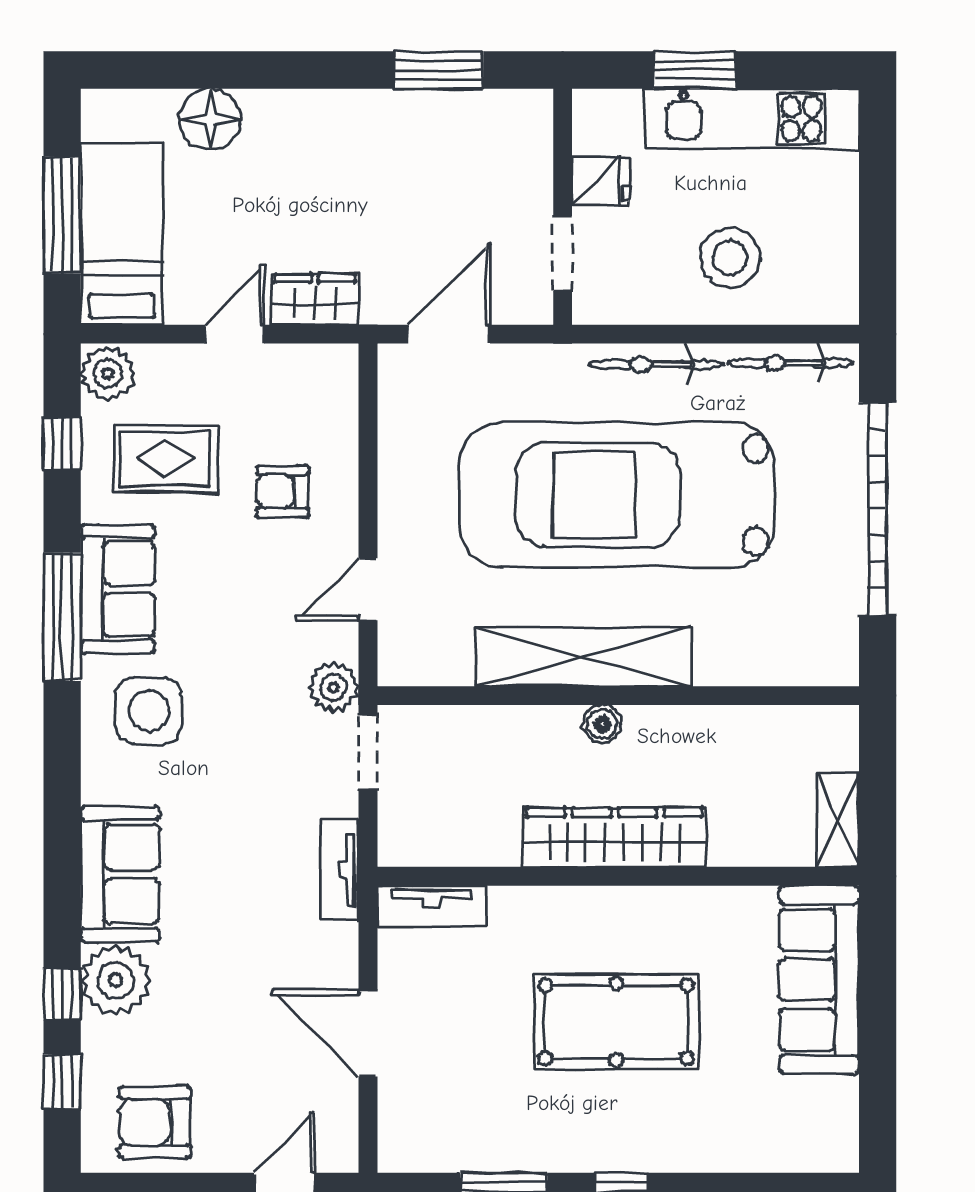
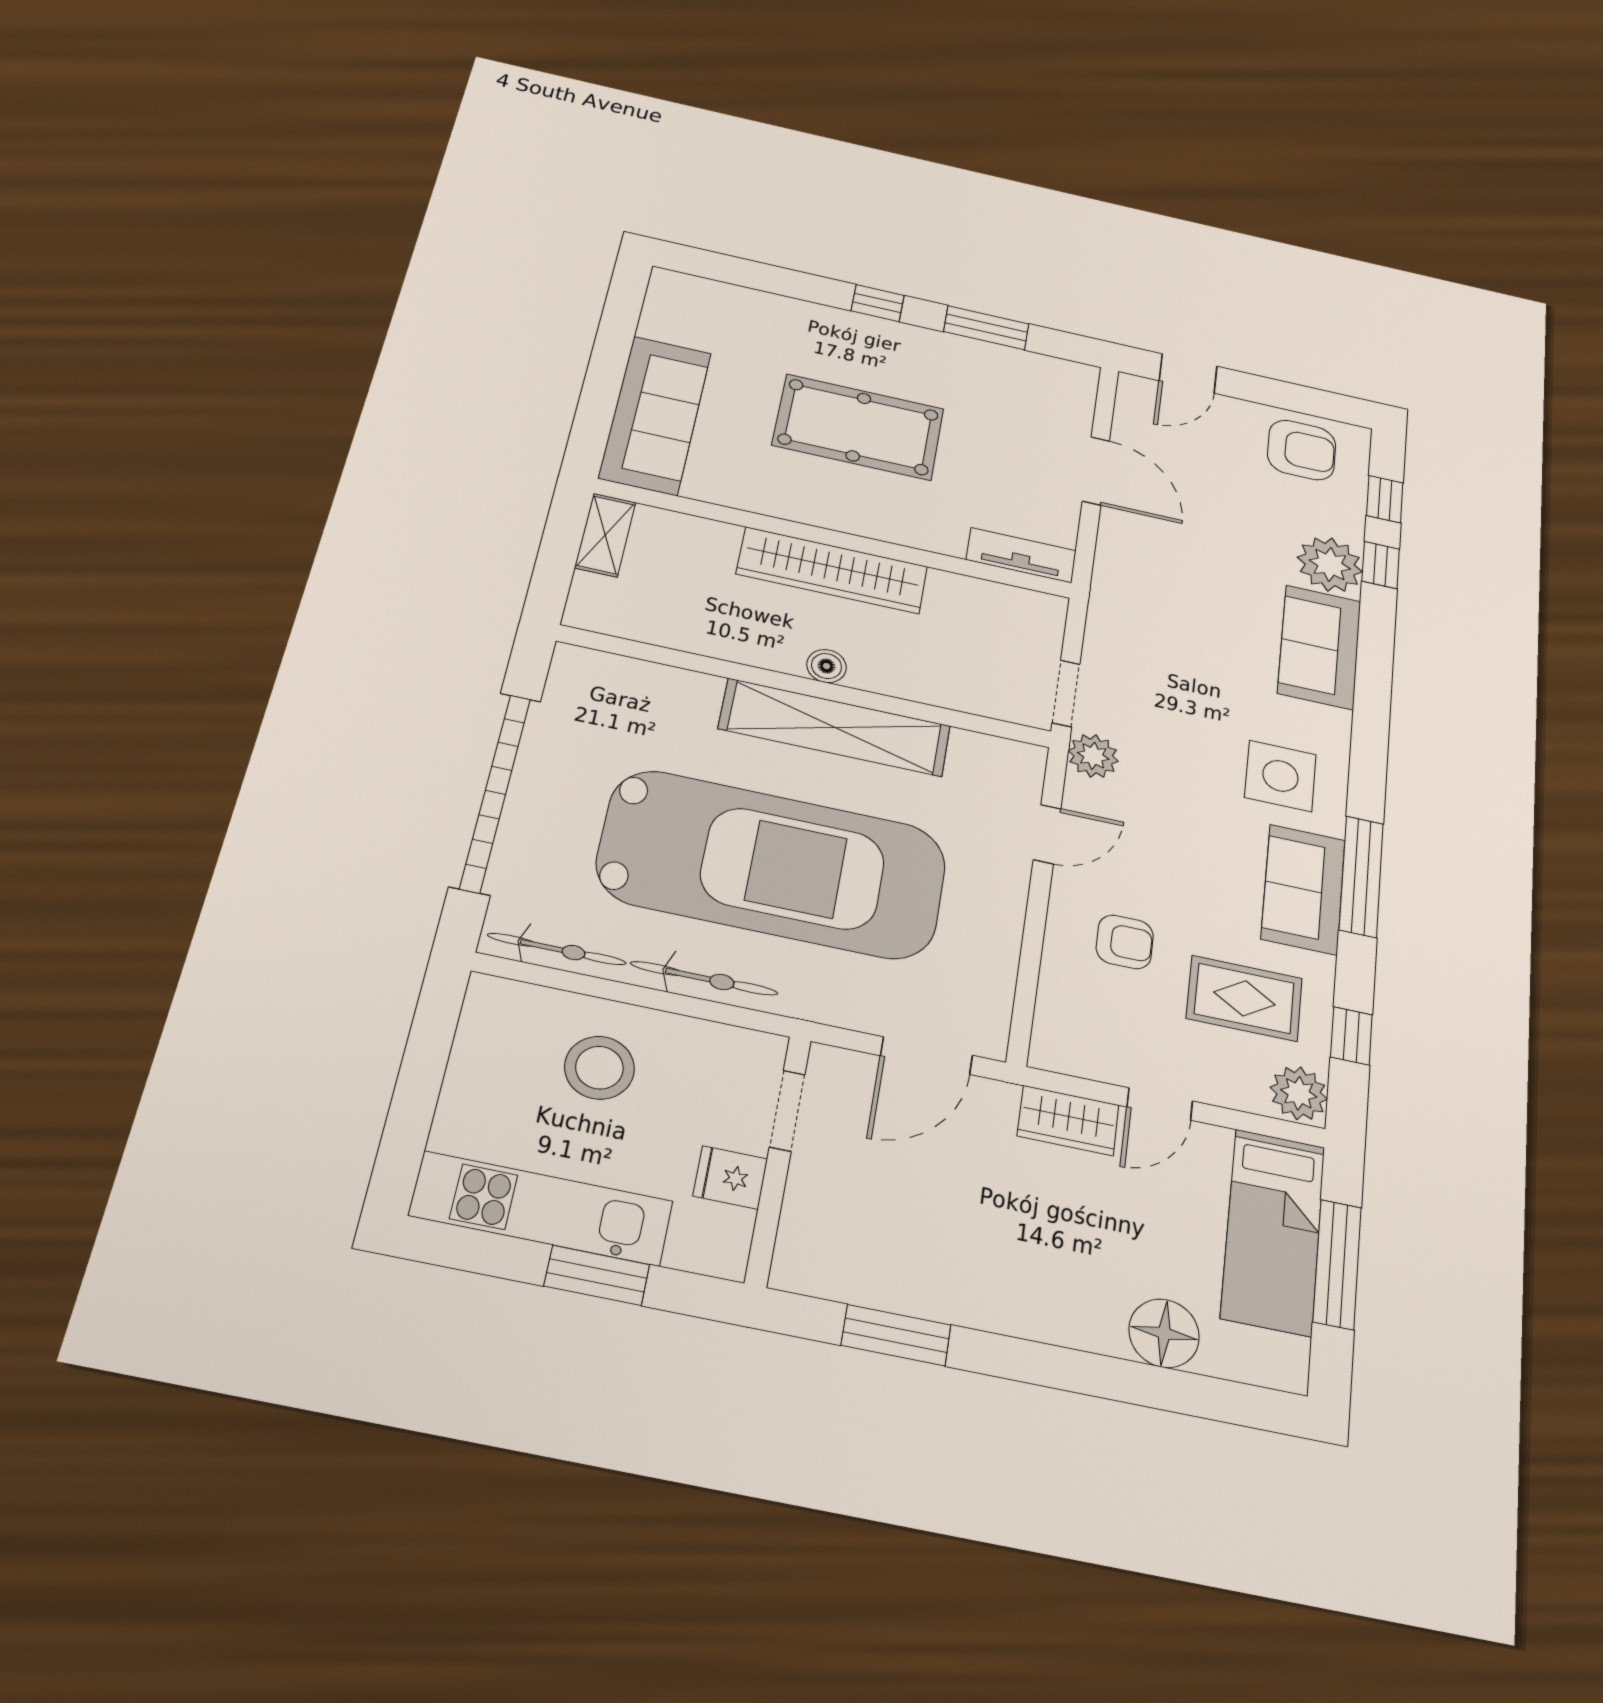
tv unit: (340, 870) -> (1107, 604), removed

